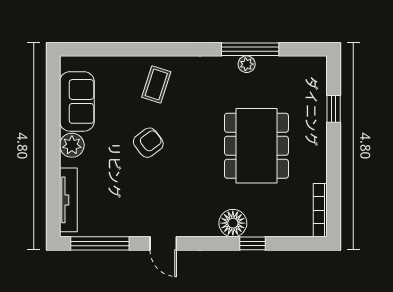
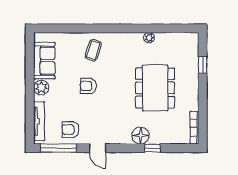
window: (250, 49) -> (151, 28), removed
armchair: (148, 143) -> (88, 86), turned -143
armchair: (119, 213) -> (70, 130), added

